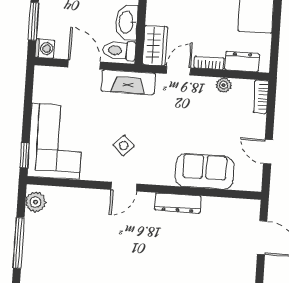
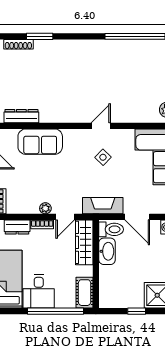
wardrobe: (155, 46) -> (84, 242), width x1.50
plant: (224, 85) -> (45, 208), moved
dresser: (178, 203) -> (21, 116), moved

